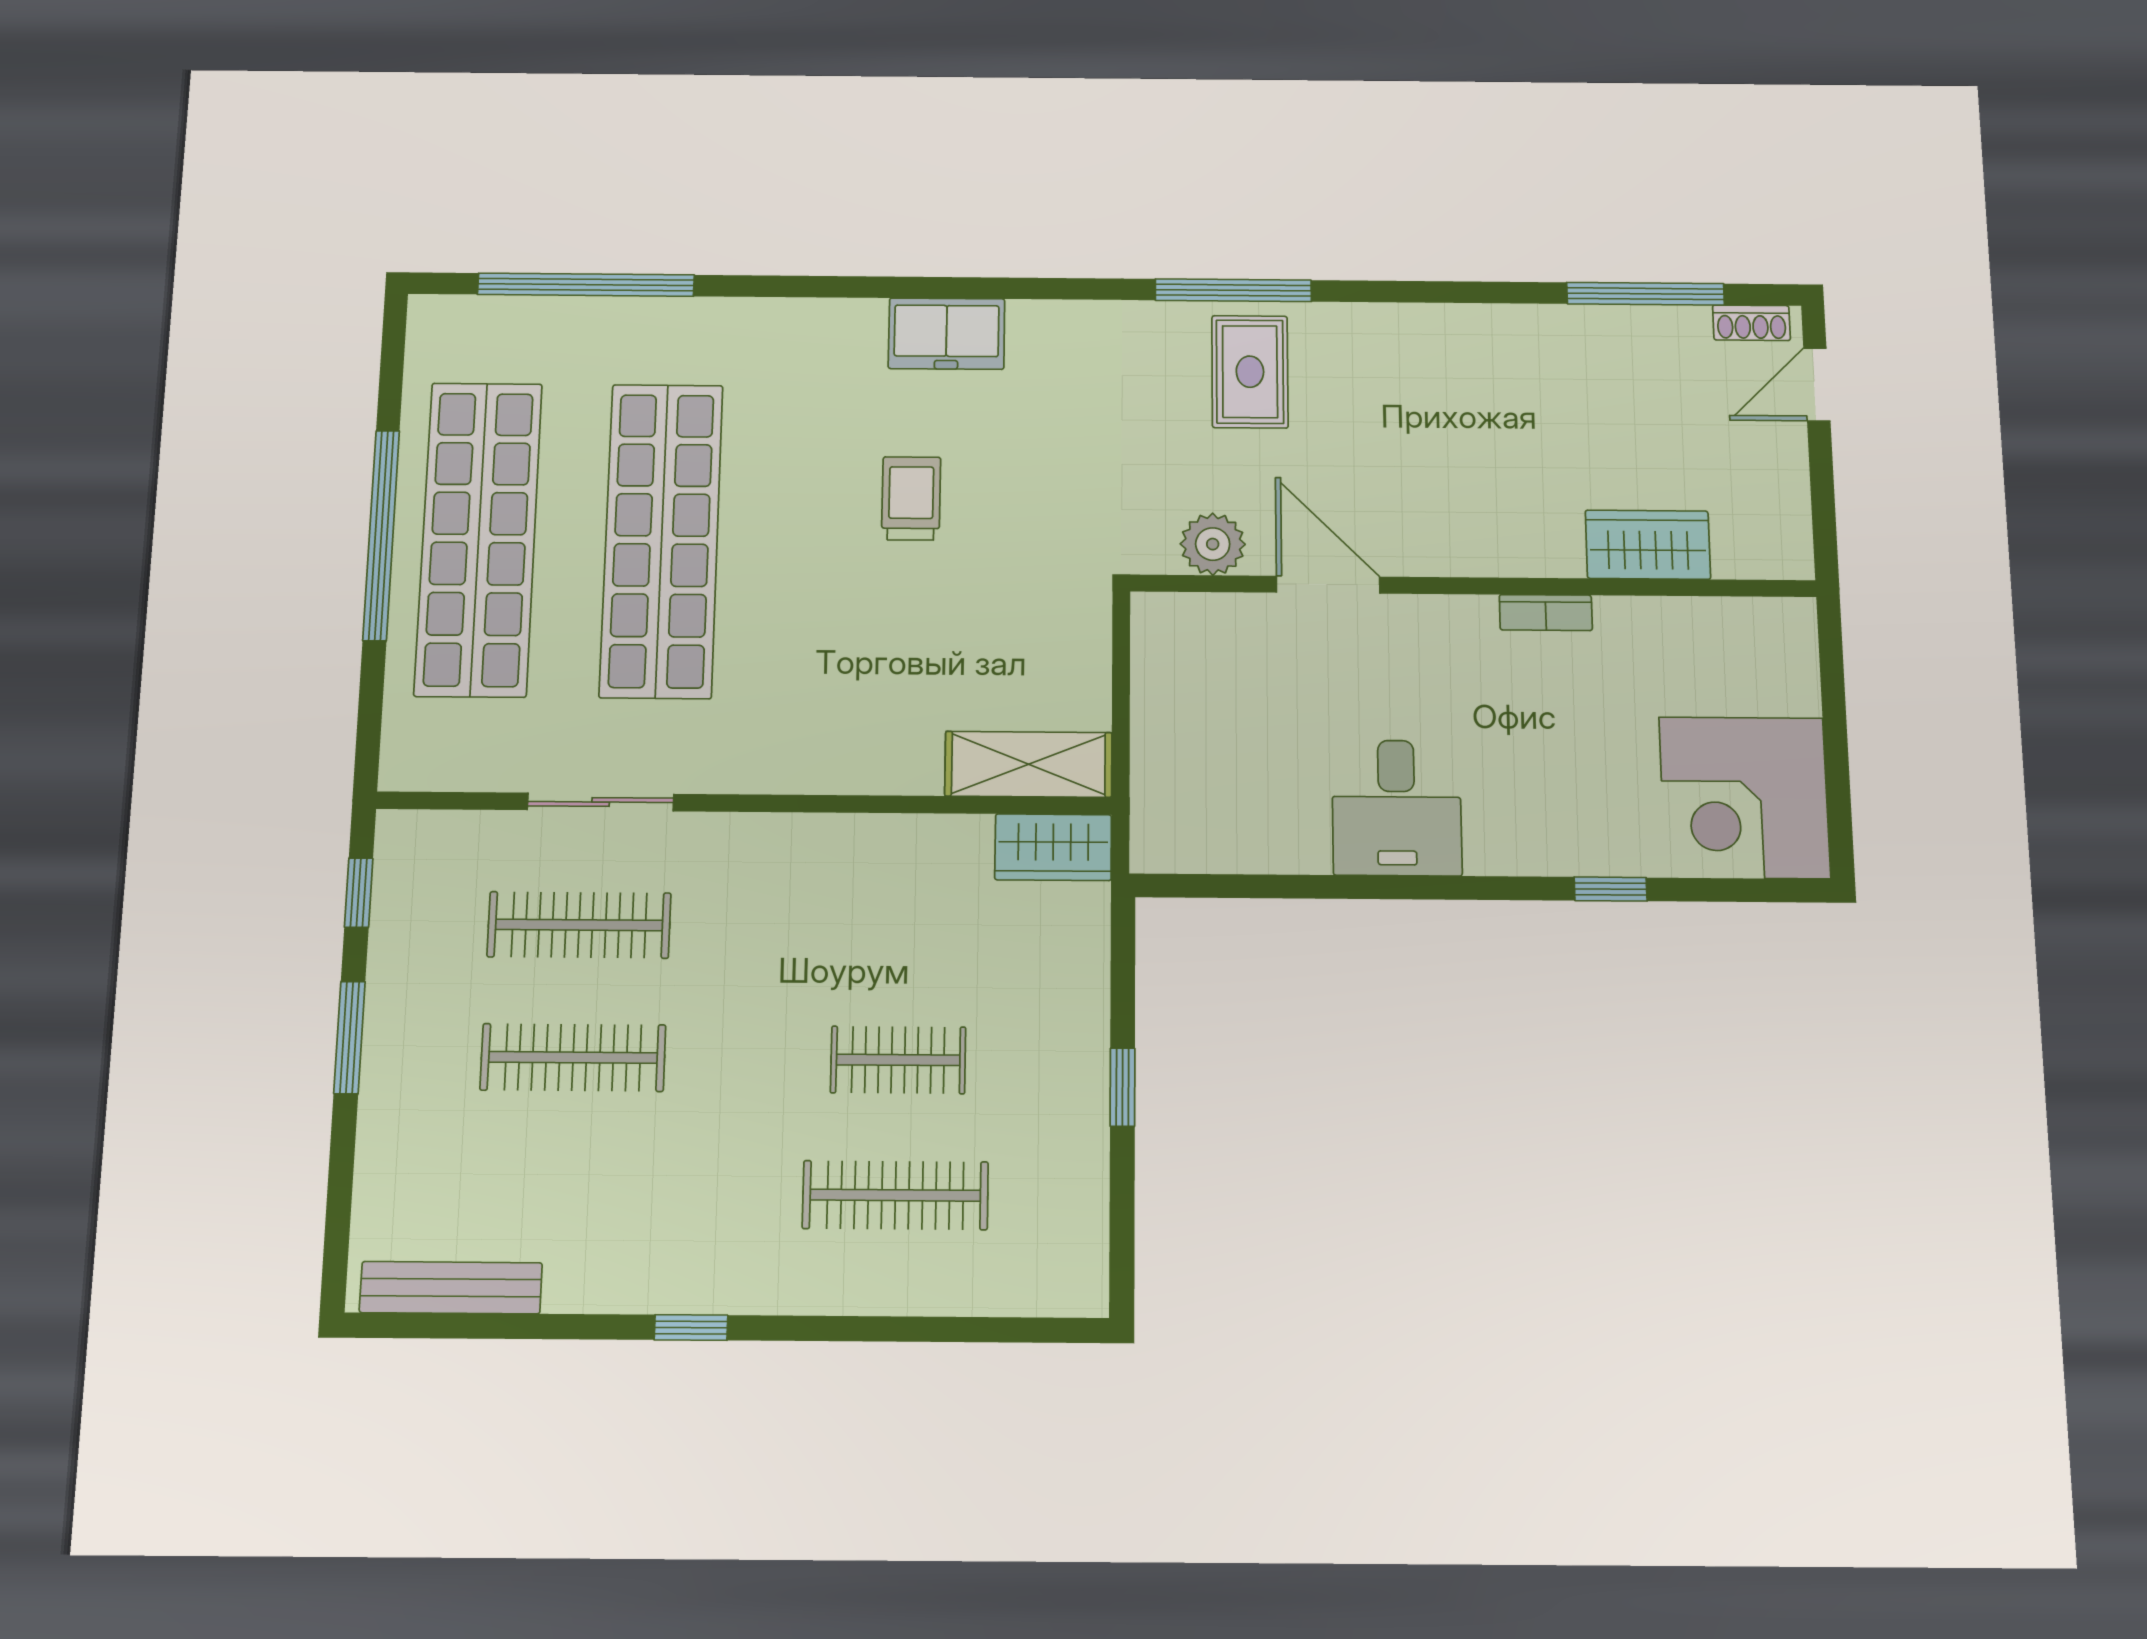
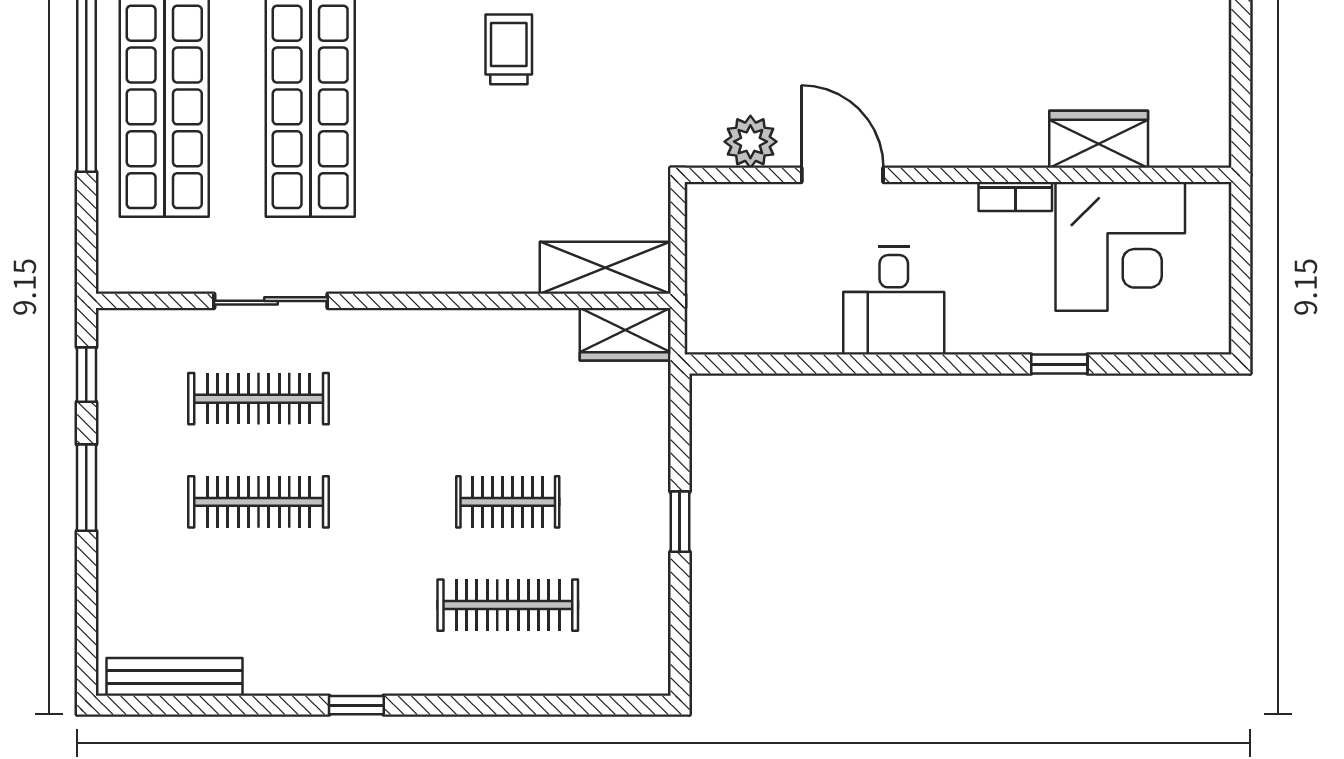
plant: (1213, 544) -> (750, 142), moved
wardrobe: (1648, 545) -> (1099, 139), moved
door: (1328, 585) -> (842, 175), moved
wall: (1473, 586) -> (958, 175), moved
bookcase: (1546, 613) -> (1015, 196), moved
corner desk: (1744, 798) -> (1120, 246), moved, turned -90

